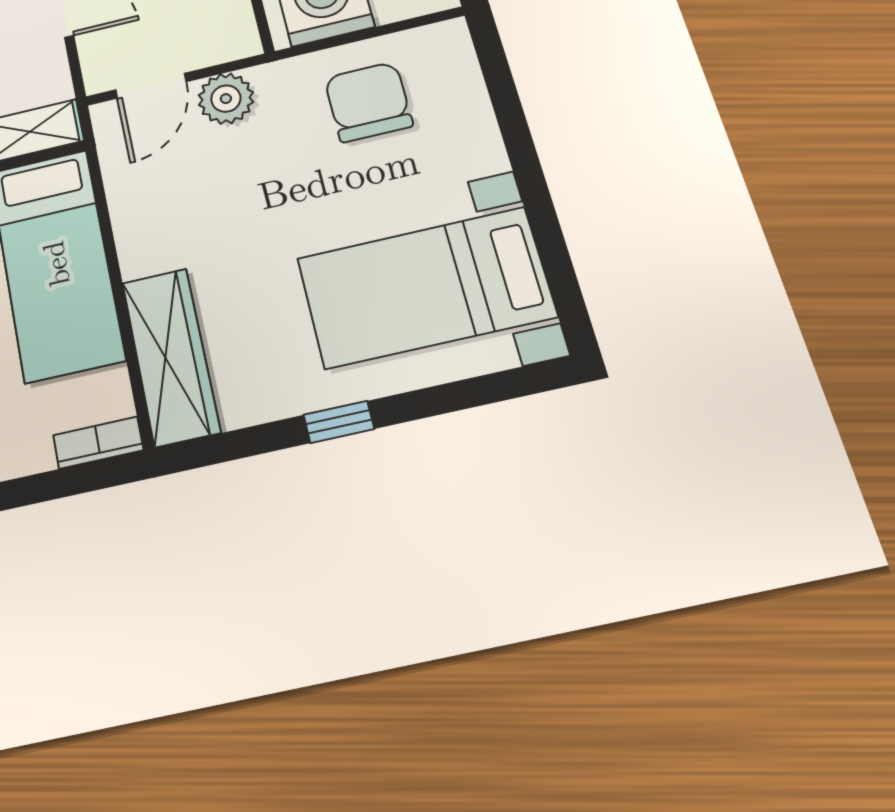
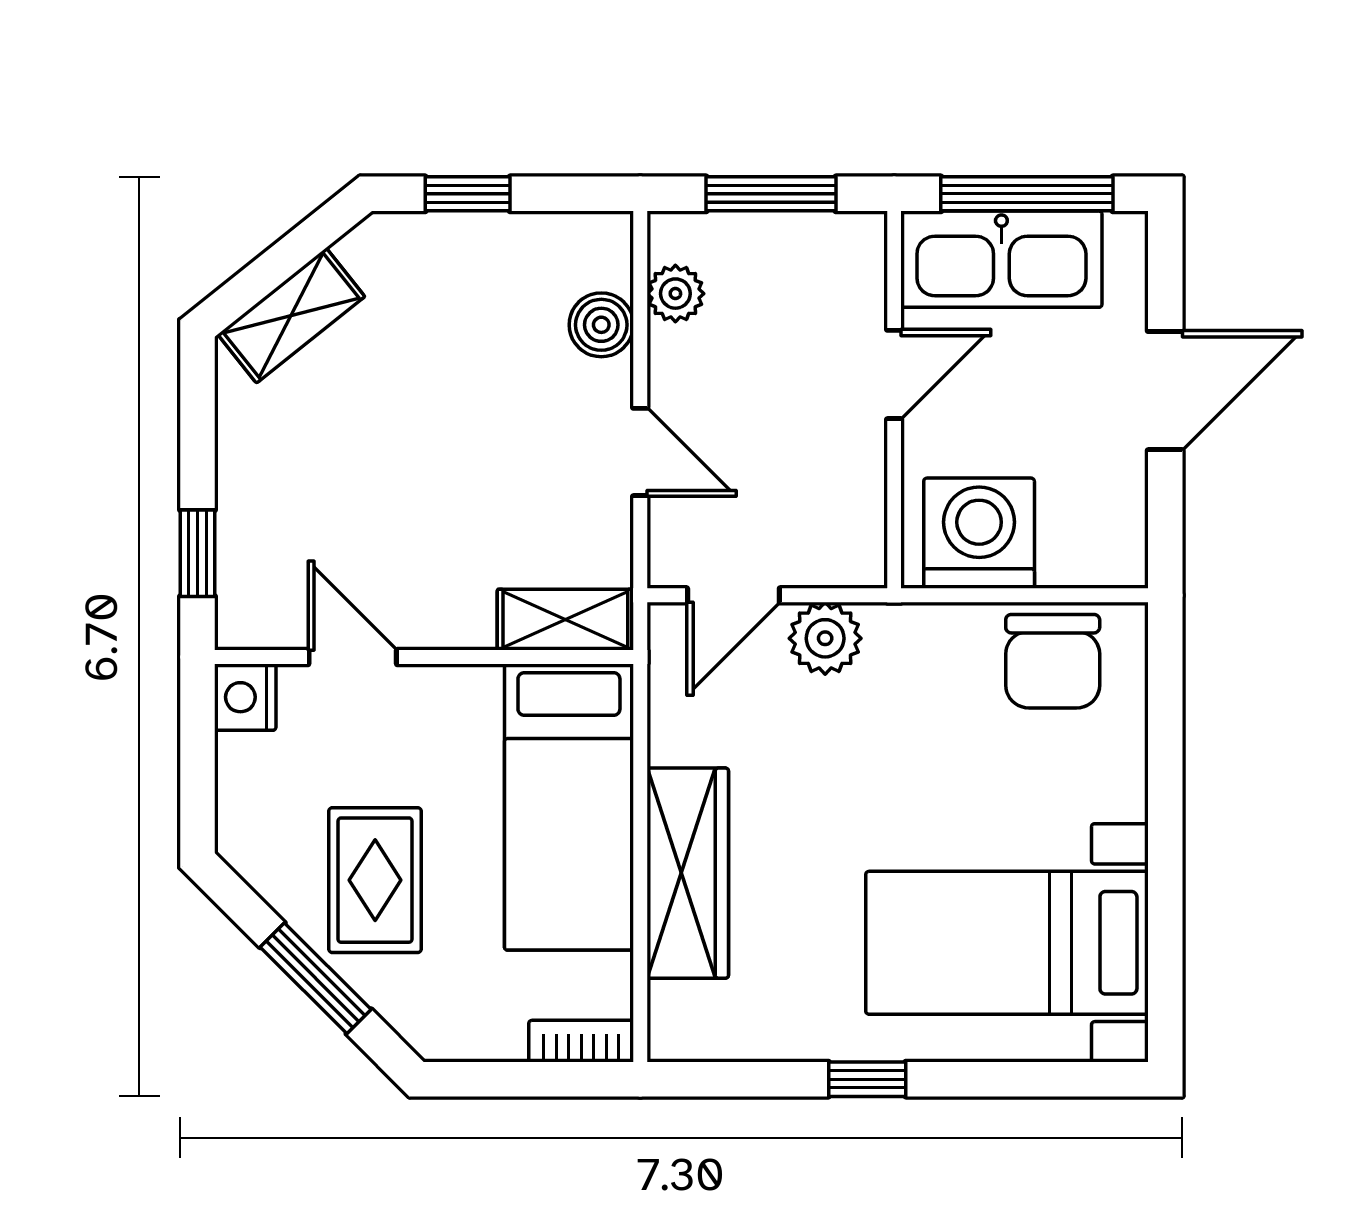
chair: (368, 102) -> (1053, 661), moved, turned 180
wardrobe: (171, 356) -> (688, 873), moved

